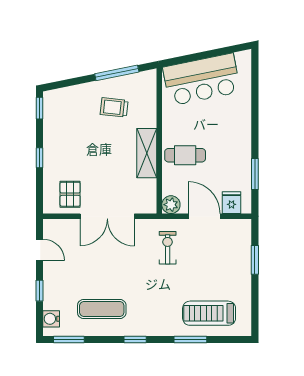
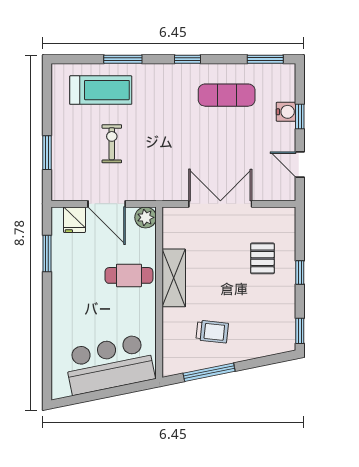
pallet: (70, 194) -> (262, 258), moved
exercise bike: (168, 248) -> (112, 144), moved, turned 180
water cooler: (51, 319) -> (286, 112), moved

